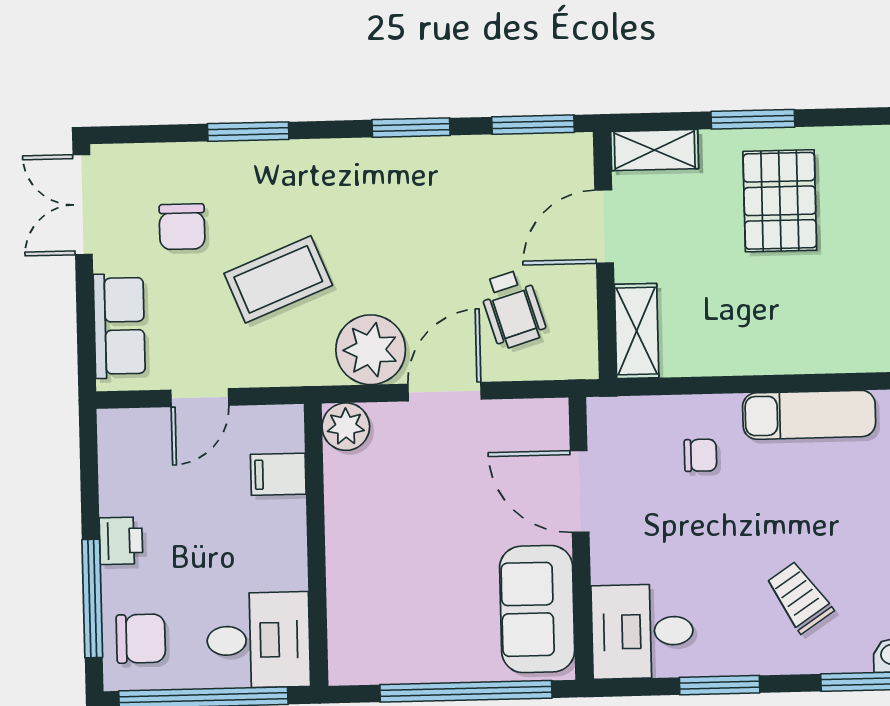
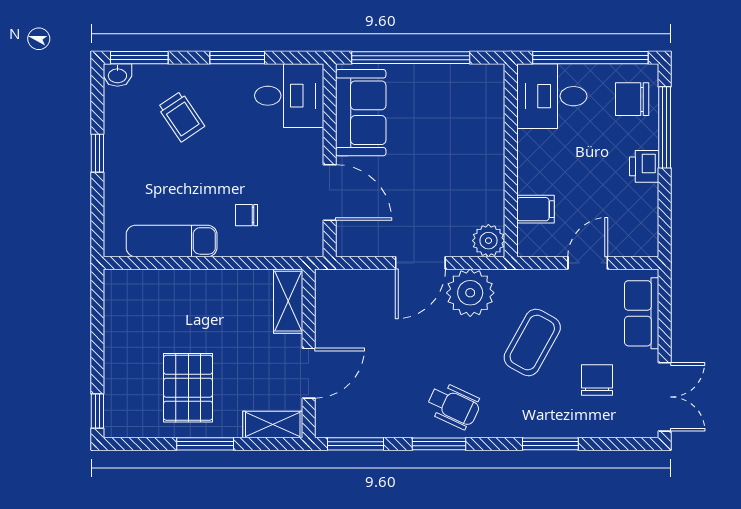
coffee table: (278, 279) -> (532, 342), turned -39
wheelchair: (513, 309) -> (454, 406), moved, turned 132

